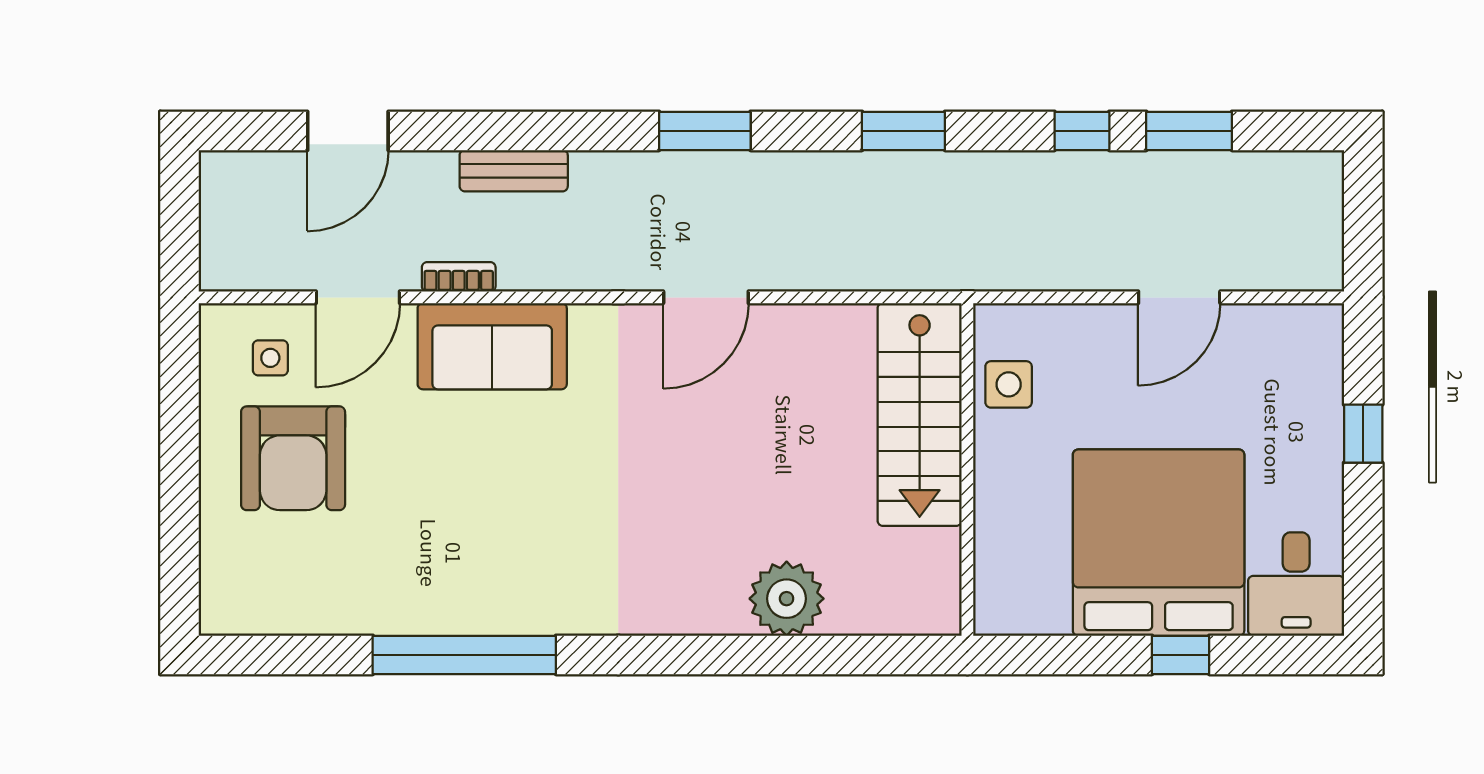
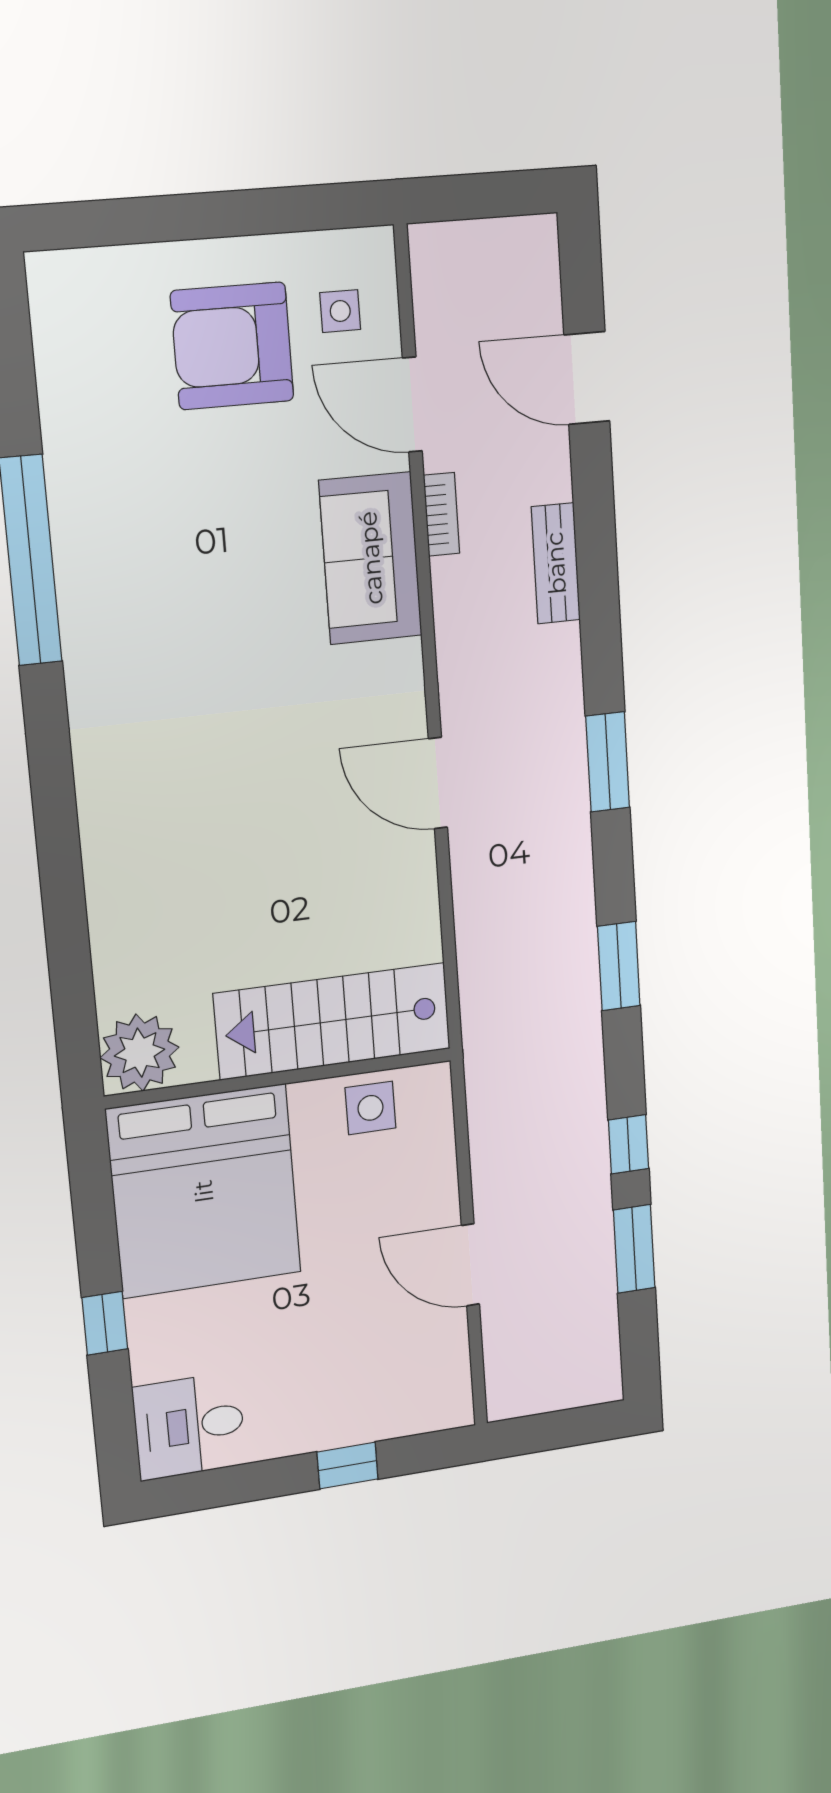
bed: (1159, 543) -> (204, 1191), moved, turned 90
plant: (787, 599) -> (140, 1053), moved

